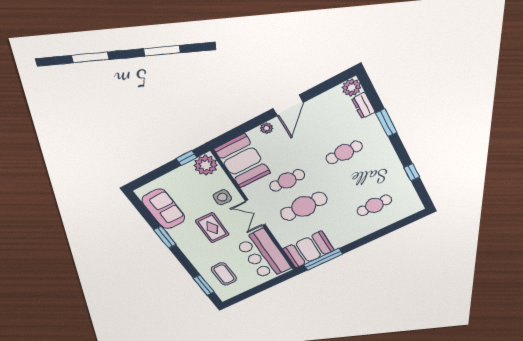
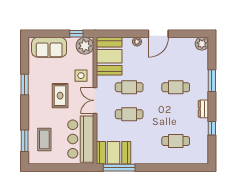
dresser: (363, 105) -> (203, 109), moved
cafe table: (304, 206) -> (129, 114), width x0.73, depth x0.74
sofa: (164, 209) -> (49, 47), moved, turned 90

